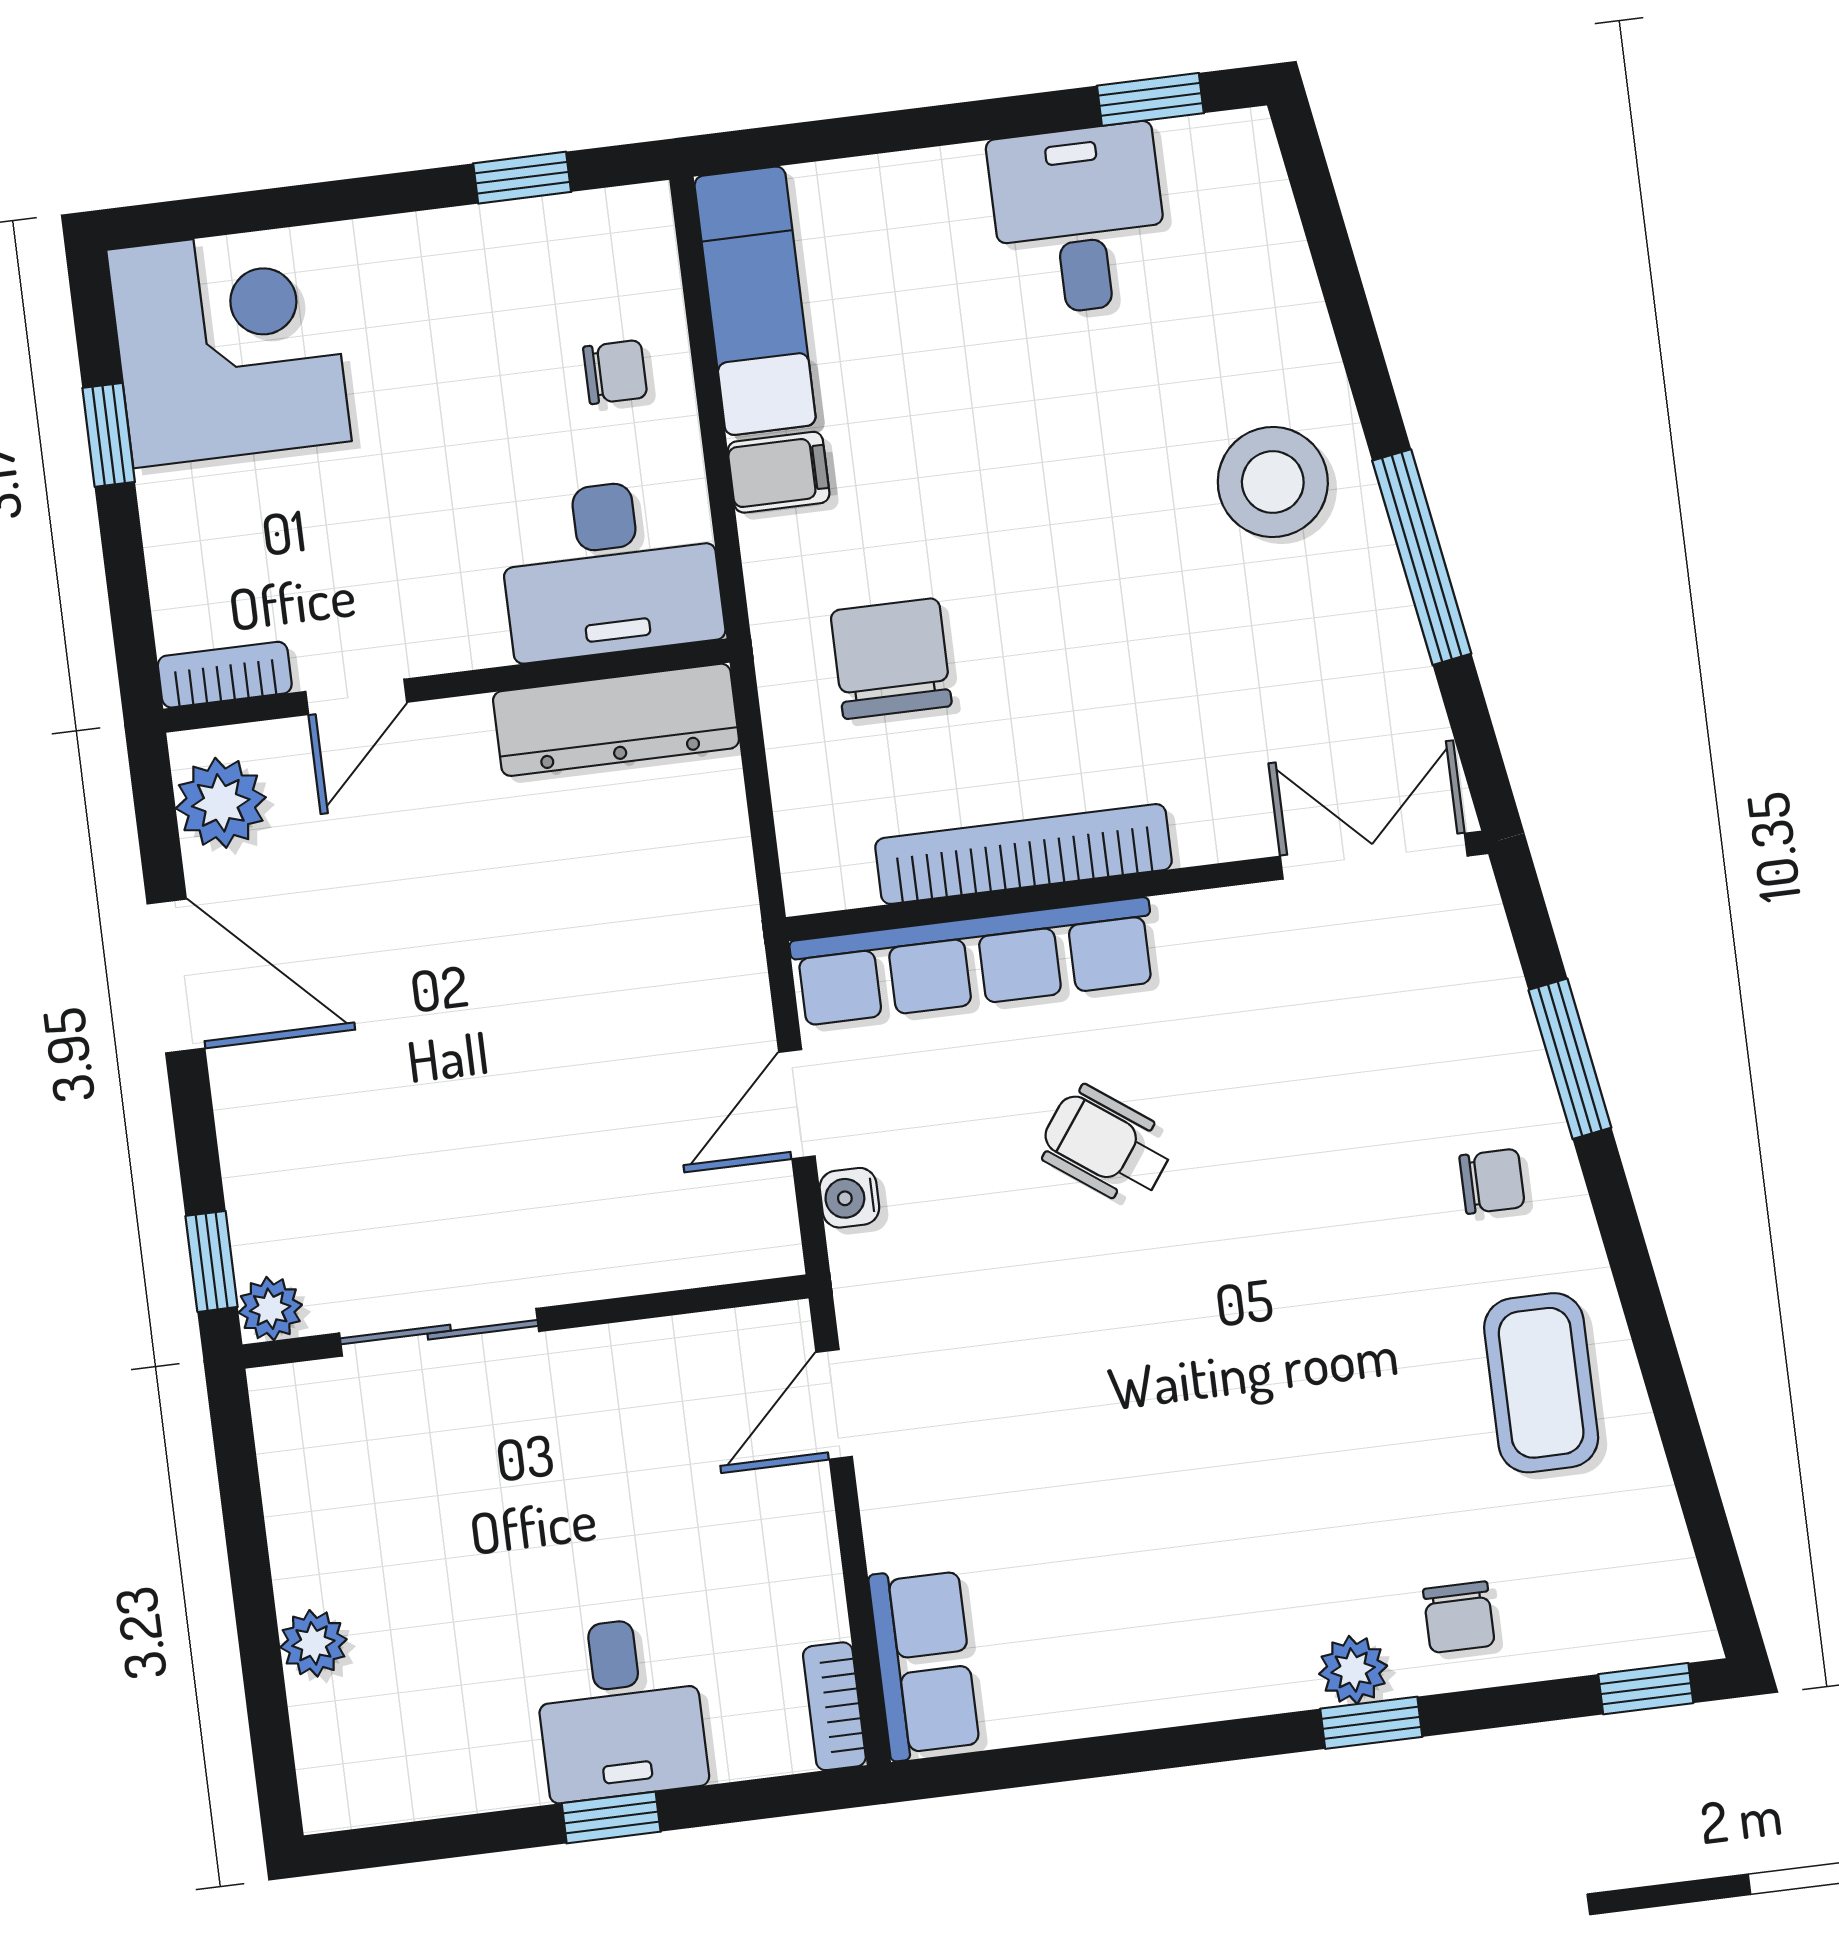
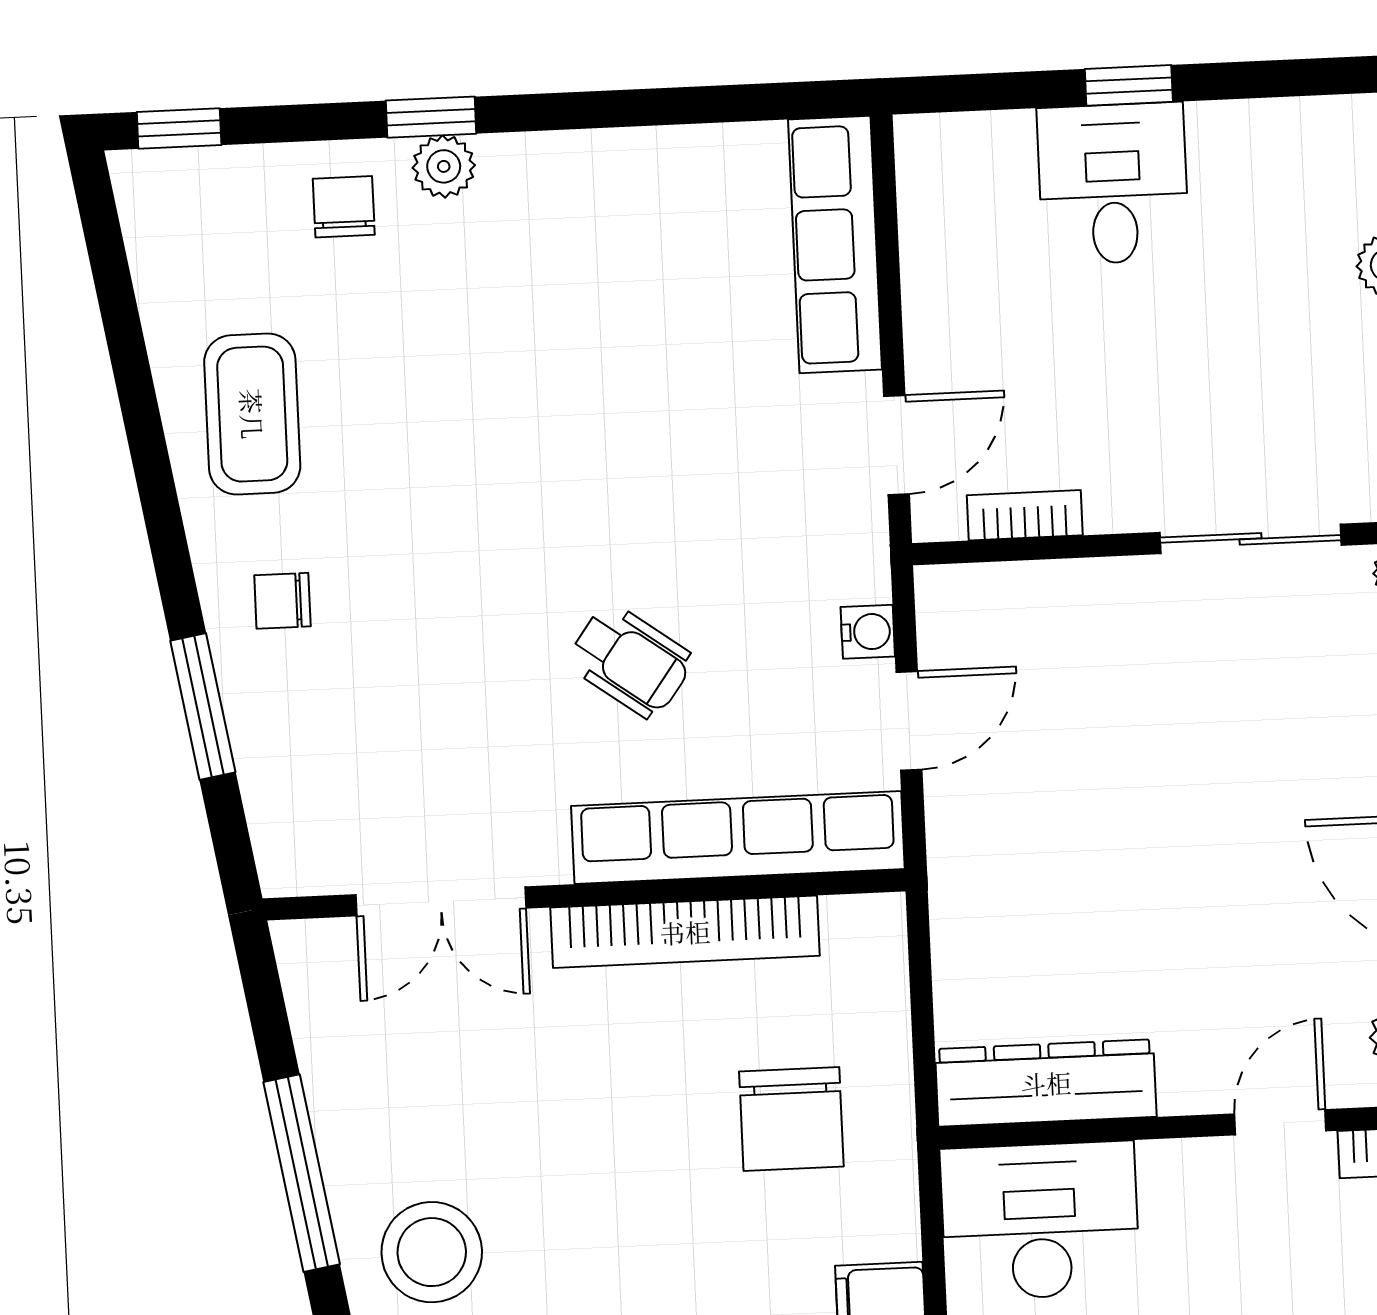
double door: (1374, 856) -> (441, 901), moved
row of seats: (924, 1663) -> (835, 244), width x1.48
bookcase: (834, 1706) -> (1025, 515), moved, turned -90

